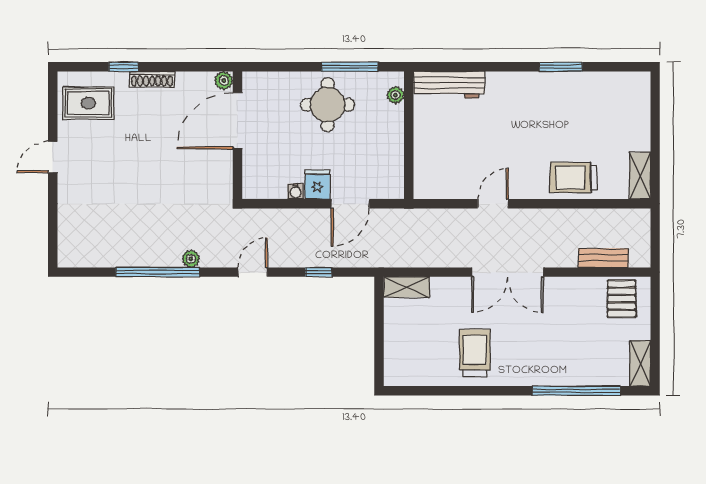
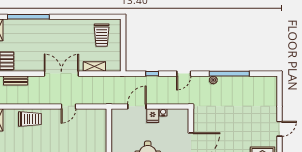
shelving: (407, 287) -> (94, 66), moved
trolley: (475, 353) -> (102, 35), moved

